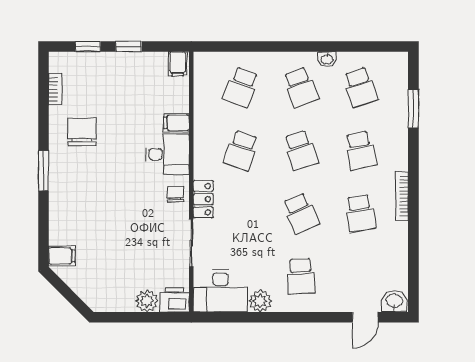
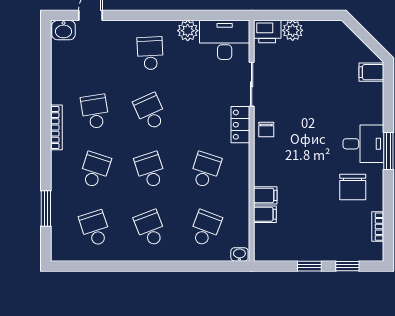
washbasin: (327, 59) -> (239, 254), moved
filing cabinet: (178, 64) -> (265, 214), moved, turned 90
school desk: (360, 150) -> (95, 170), turned 30
desk: (167, 154) -> (363, 144), moved, turned 180

